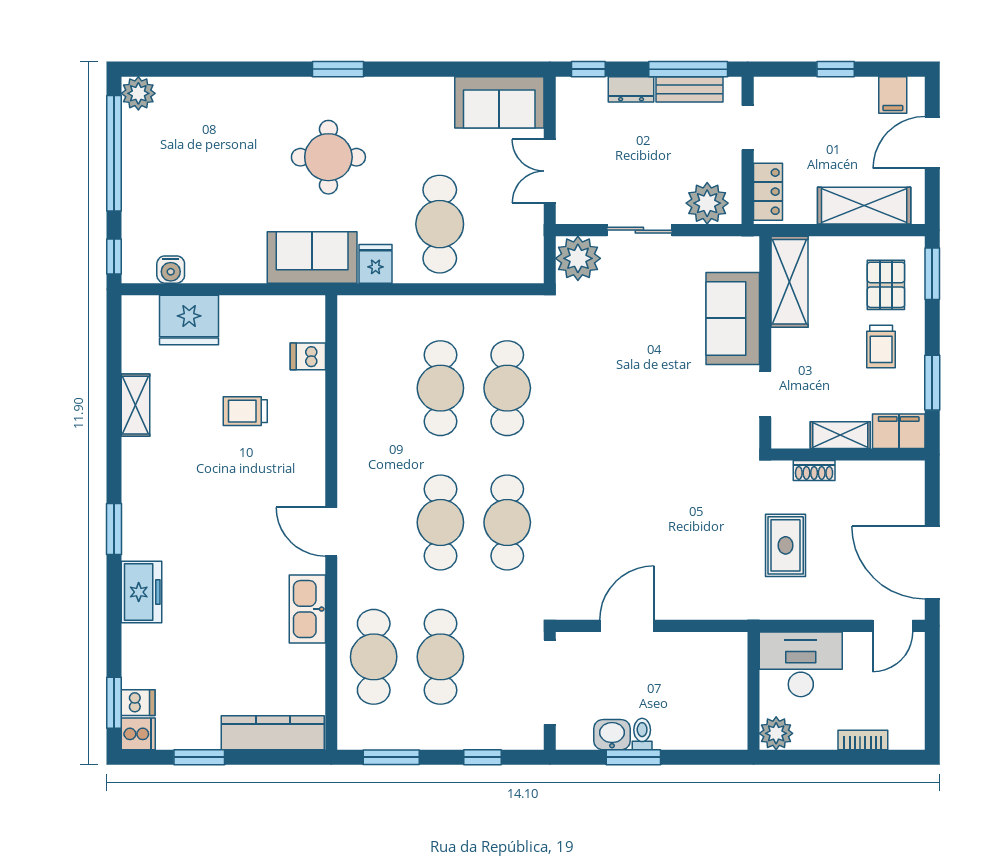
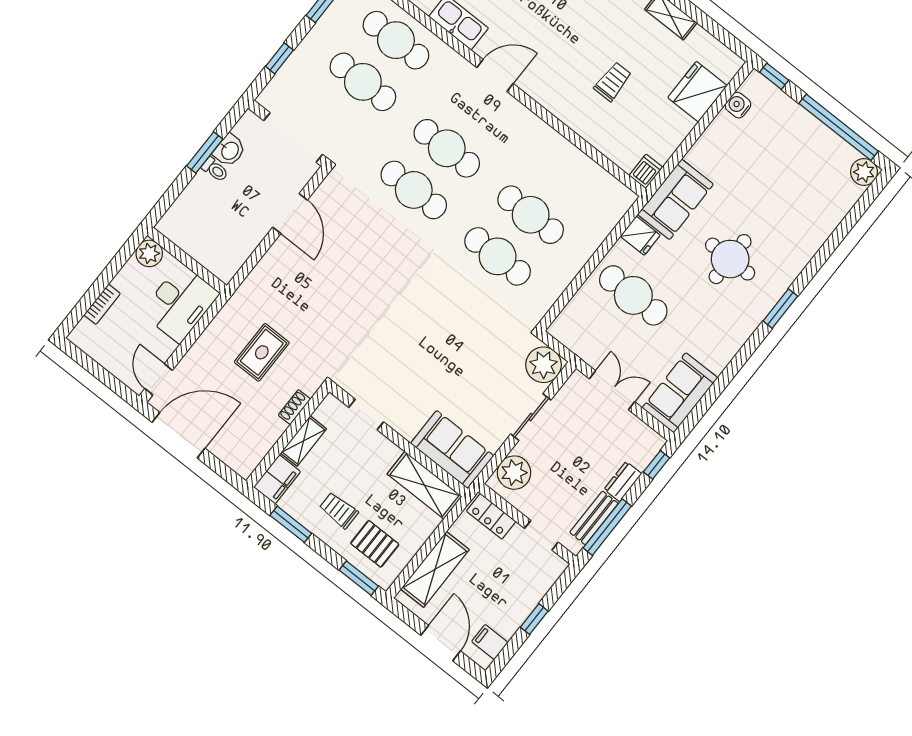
sofa: (733, 318) -> (452, 450), moved
dishwasher: (308, 356) -> (646, 171), moved
rug: (786, 545) -> (262, 352), turned 90

